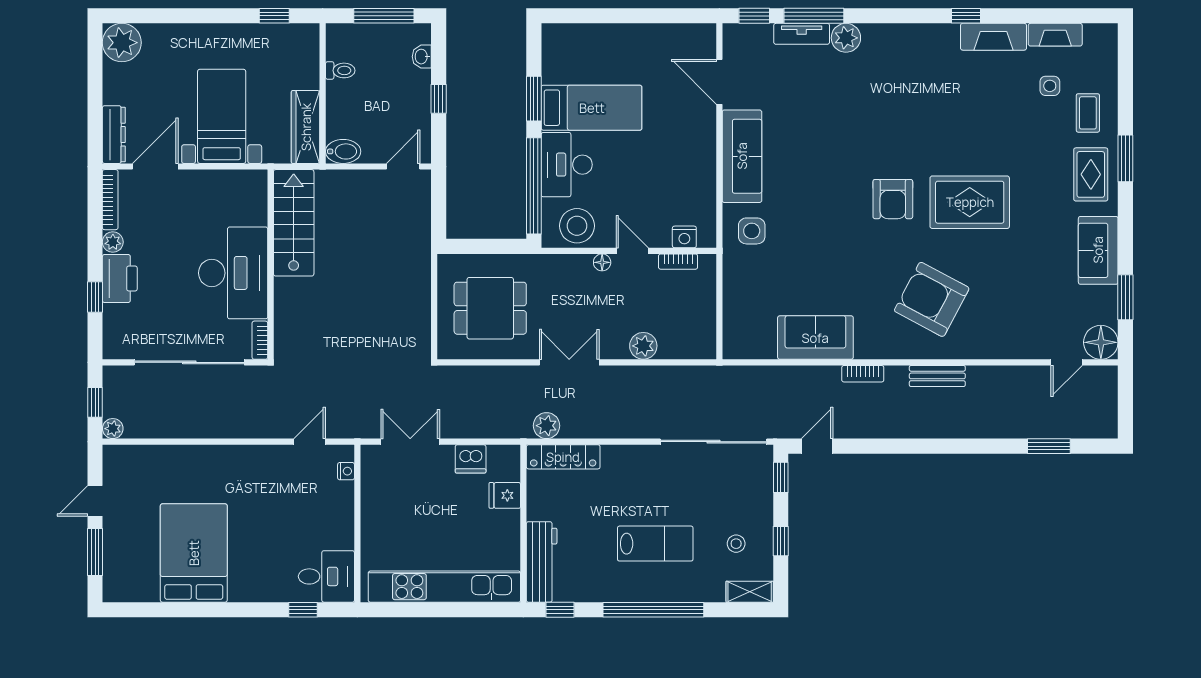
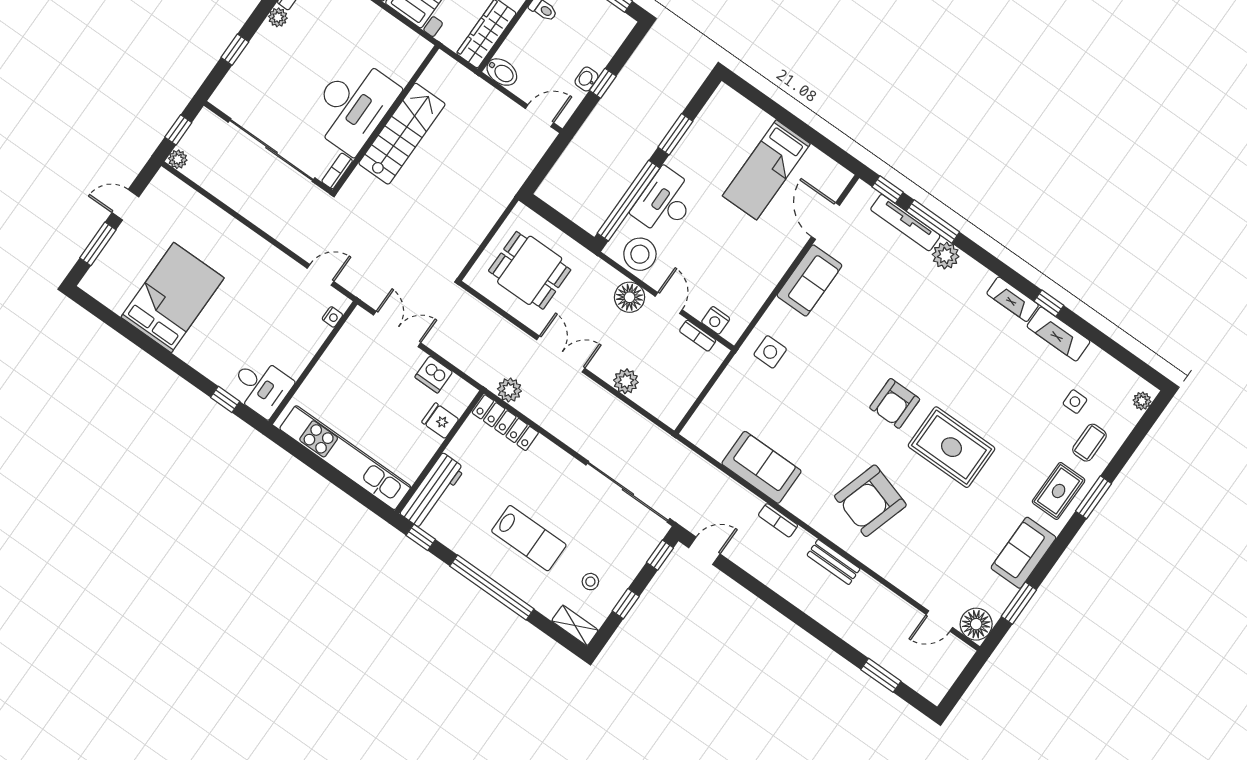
tv unit: (802, 34) -> (905, 223), width x1.41
fireplace: (1055, 35) -> (1013, 299), moved
plant: (1108, 44) -> (1142, 401), added
washbasin: (422, 57) -> (587, 79), moved
bed: (592, 108) -> (766, 170), moved, turned 90
sofa: (742, 156) -> (809, 280), width x0.73
stairs: (294, 223) -> (402, 134), moved
floor lamp: (602, 262) -> (630, 297), width x1.89, depth x1.89
printer: (120, 278) -> (264, 49), removed
armchair: (932, 299) -> (870, 501), turned -101

